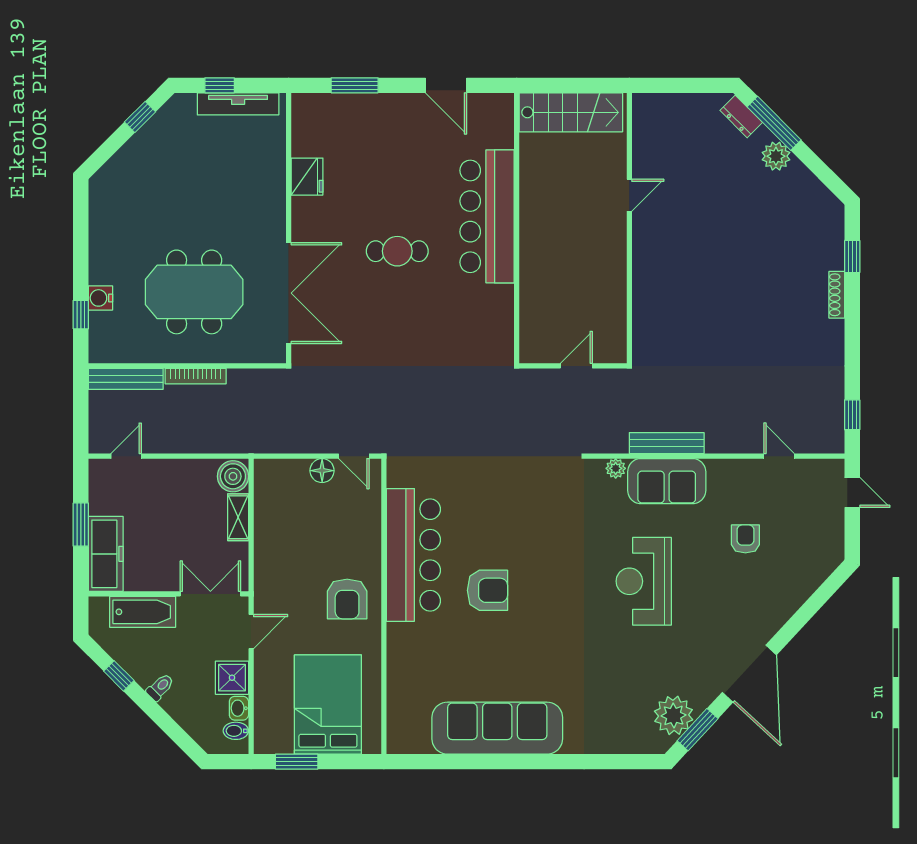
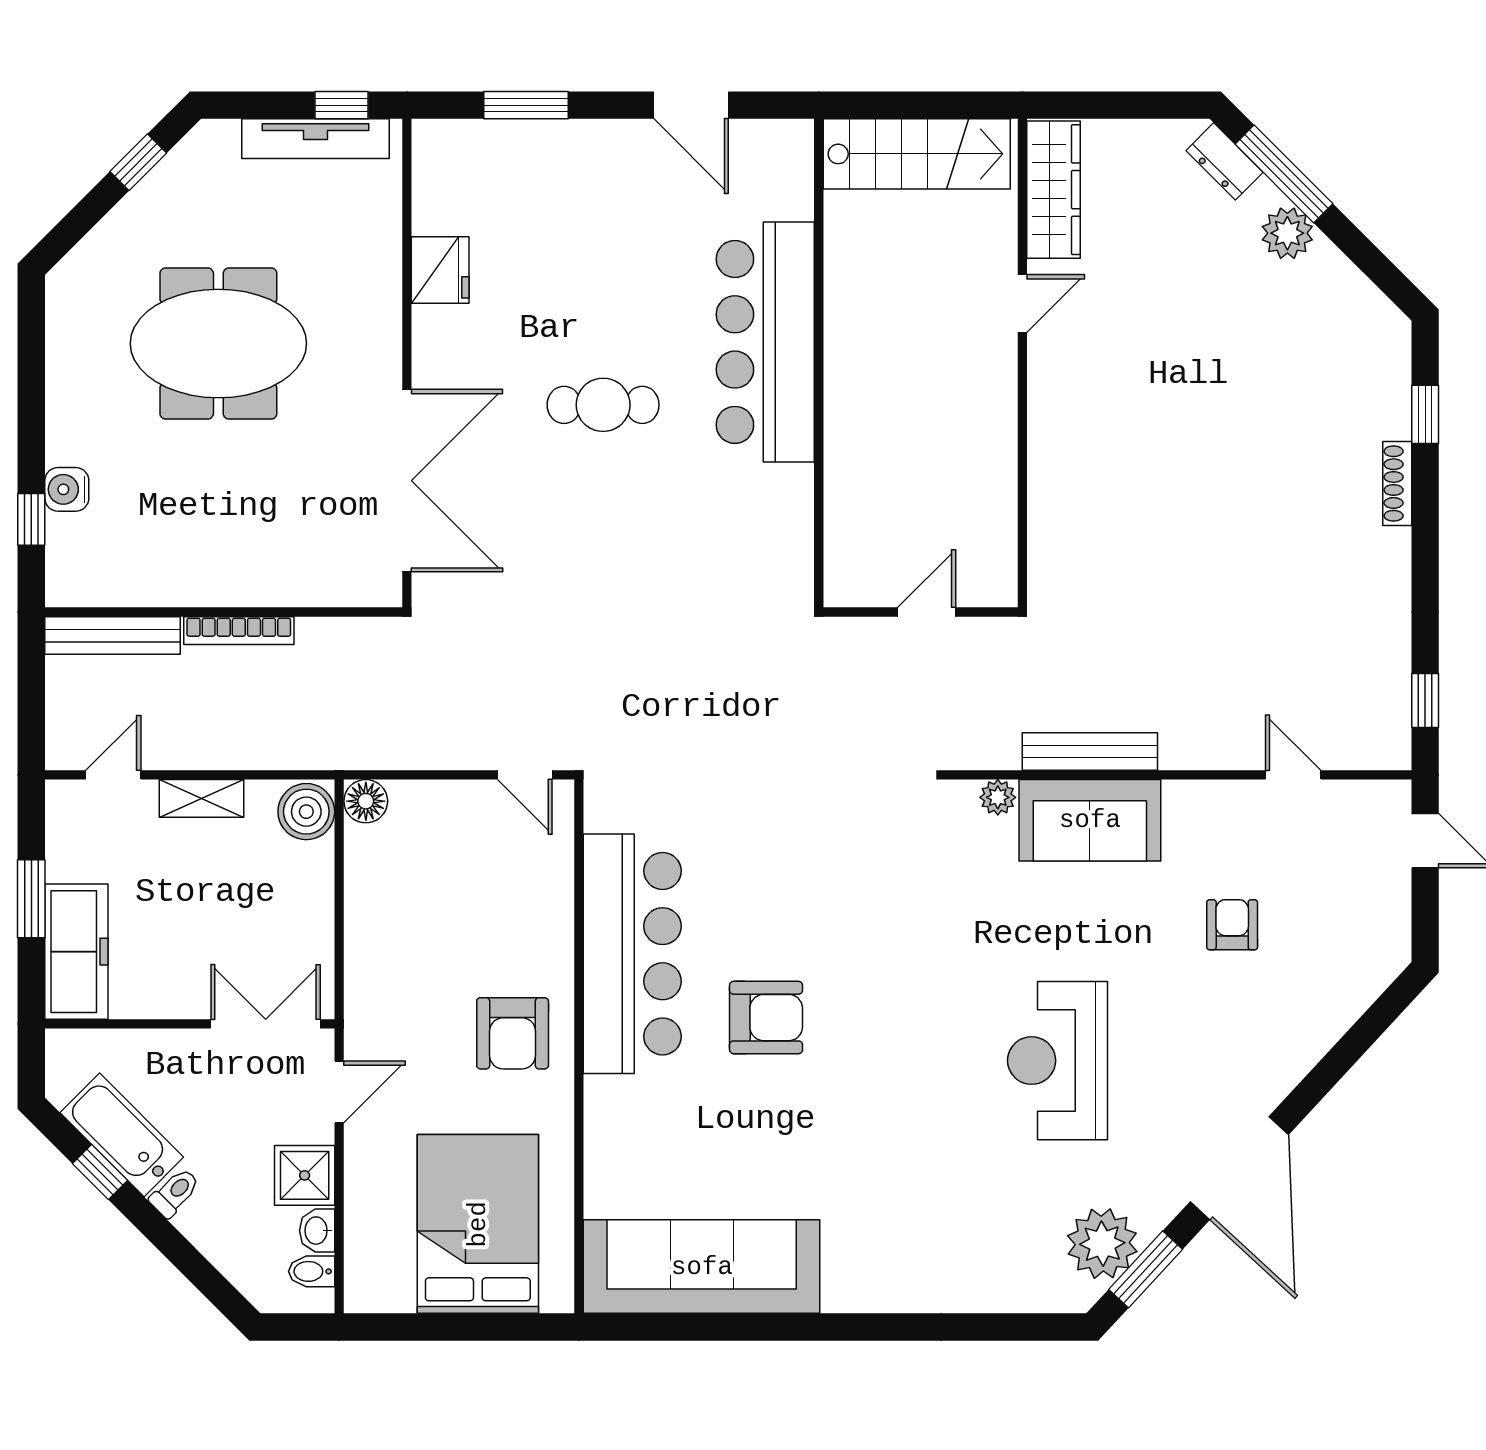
window: (220, 85) -> (342, 105), moved
wardrobe: (647, 132) -> (1053, 190), added
meeting table: (194, 292) -> (218, 344), moved
floor lamp: (322, 471) -> (366, 801), moved
shelving: (238, 517) -> (201, 798), moved, turned 90
reception desk: (644, 581) -> (1058, 1061), moved
bathtub: (143, 612) -> (122, 1135), moved, turned -135
sofa: (497, 728) -> (702, 1267), moved
window: (297, 762) -> (421, 1327), removed

